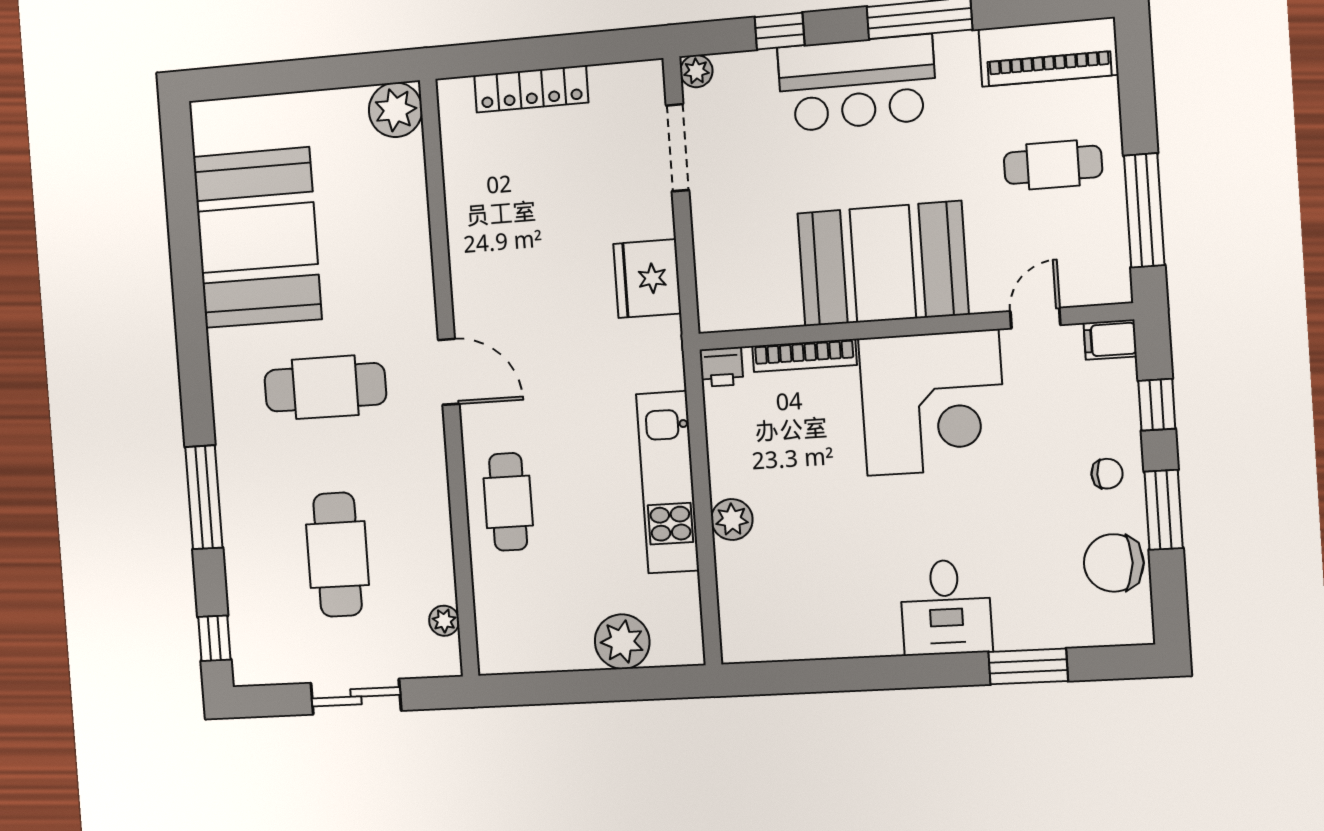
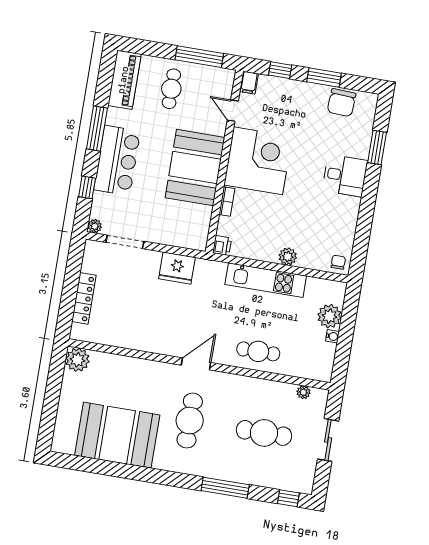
bookcase: (804, 355) -> (227, 201), width x0.64
chair: (1107, 474) -> (338, 262), moved
water cooler: (580, 658) -> (332, 336), added

